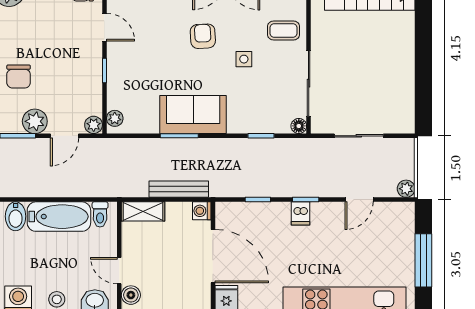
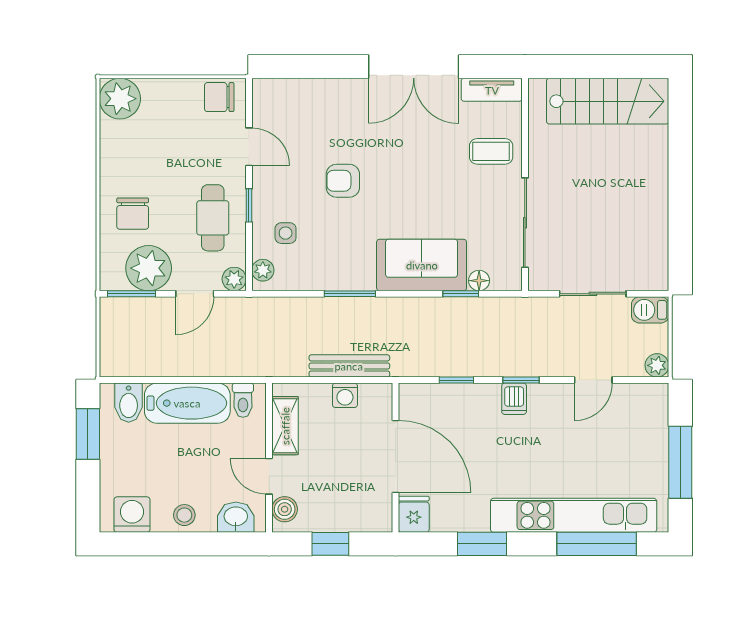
armchair: (203, 36) -> (343, 181), moved, turned -87
side table: (244, 59) -> (286, 233), moved
cafe table: (78, 80) -> (213, 218), added
sofa: (193, 115) -> (422, 265), moved
plant: (35, 121) -> (149, 268), width x1.36, depth x1.36
floor lamp: (299, 126) -> (479, 281), moved
barbecue: (401, 148) -> (650, 310), added
shelving: (143, 211) -> (285, 426), moved, turned 90
washing machine: (202, 211) -> (345, 395), moved, turned -90

